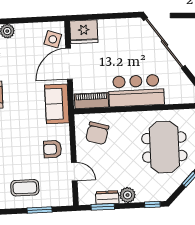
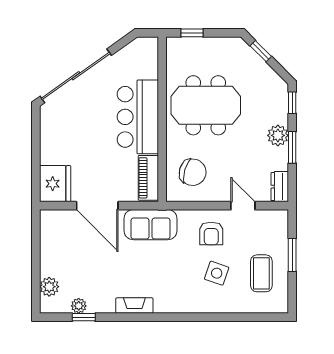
side table: (53, 39) -> (217, 273), moved
meeting table: (164, 147) -> (206, 105), moved
door: (74, 172) -> (243, 206), hinge flipped
dresser: (107, 197) -> (280, 187), moved
window: (103, 207) -> (292, 147), moved

